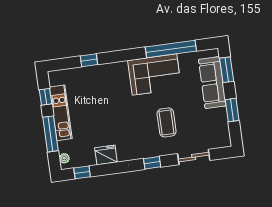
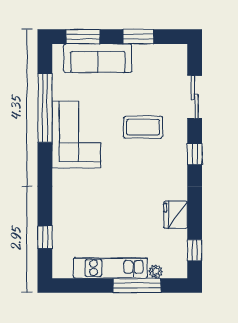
window: (89, 60) -> (45, 237), moved
window: (45, 97) -> (86, 285), removed
plant: (64, 158) -> (156, 271), moved

